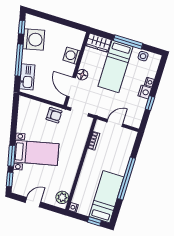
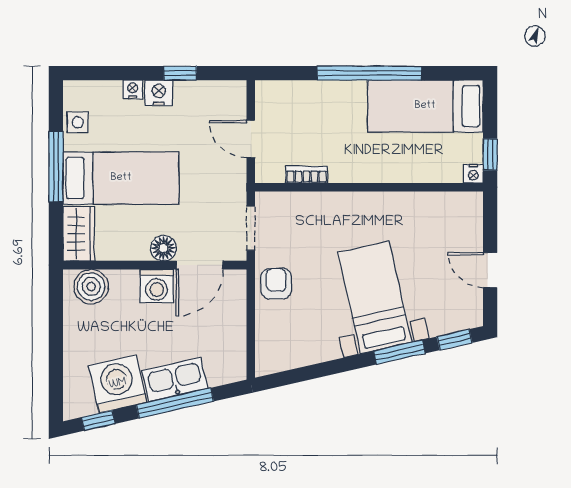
boiler: (76, 41) -> (91, 287), added
washing machine: (72, 56) -> (157, 286), moved
kitchen sink: (27, 77) -> (175, 380), moved
plant: (62, 197) -> (458, 206), removed
window: (94, 221) -> (490, 155), moved

